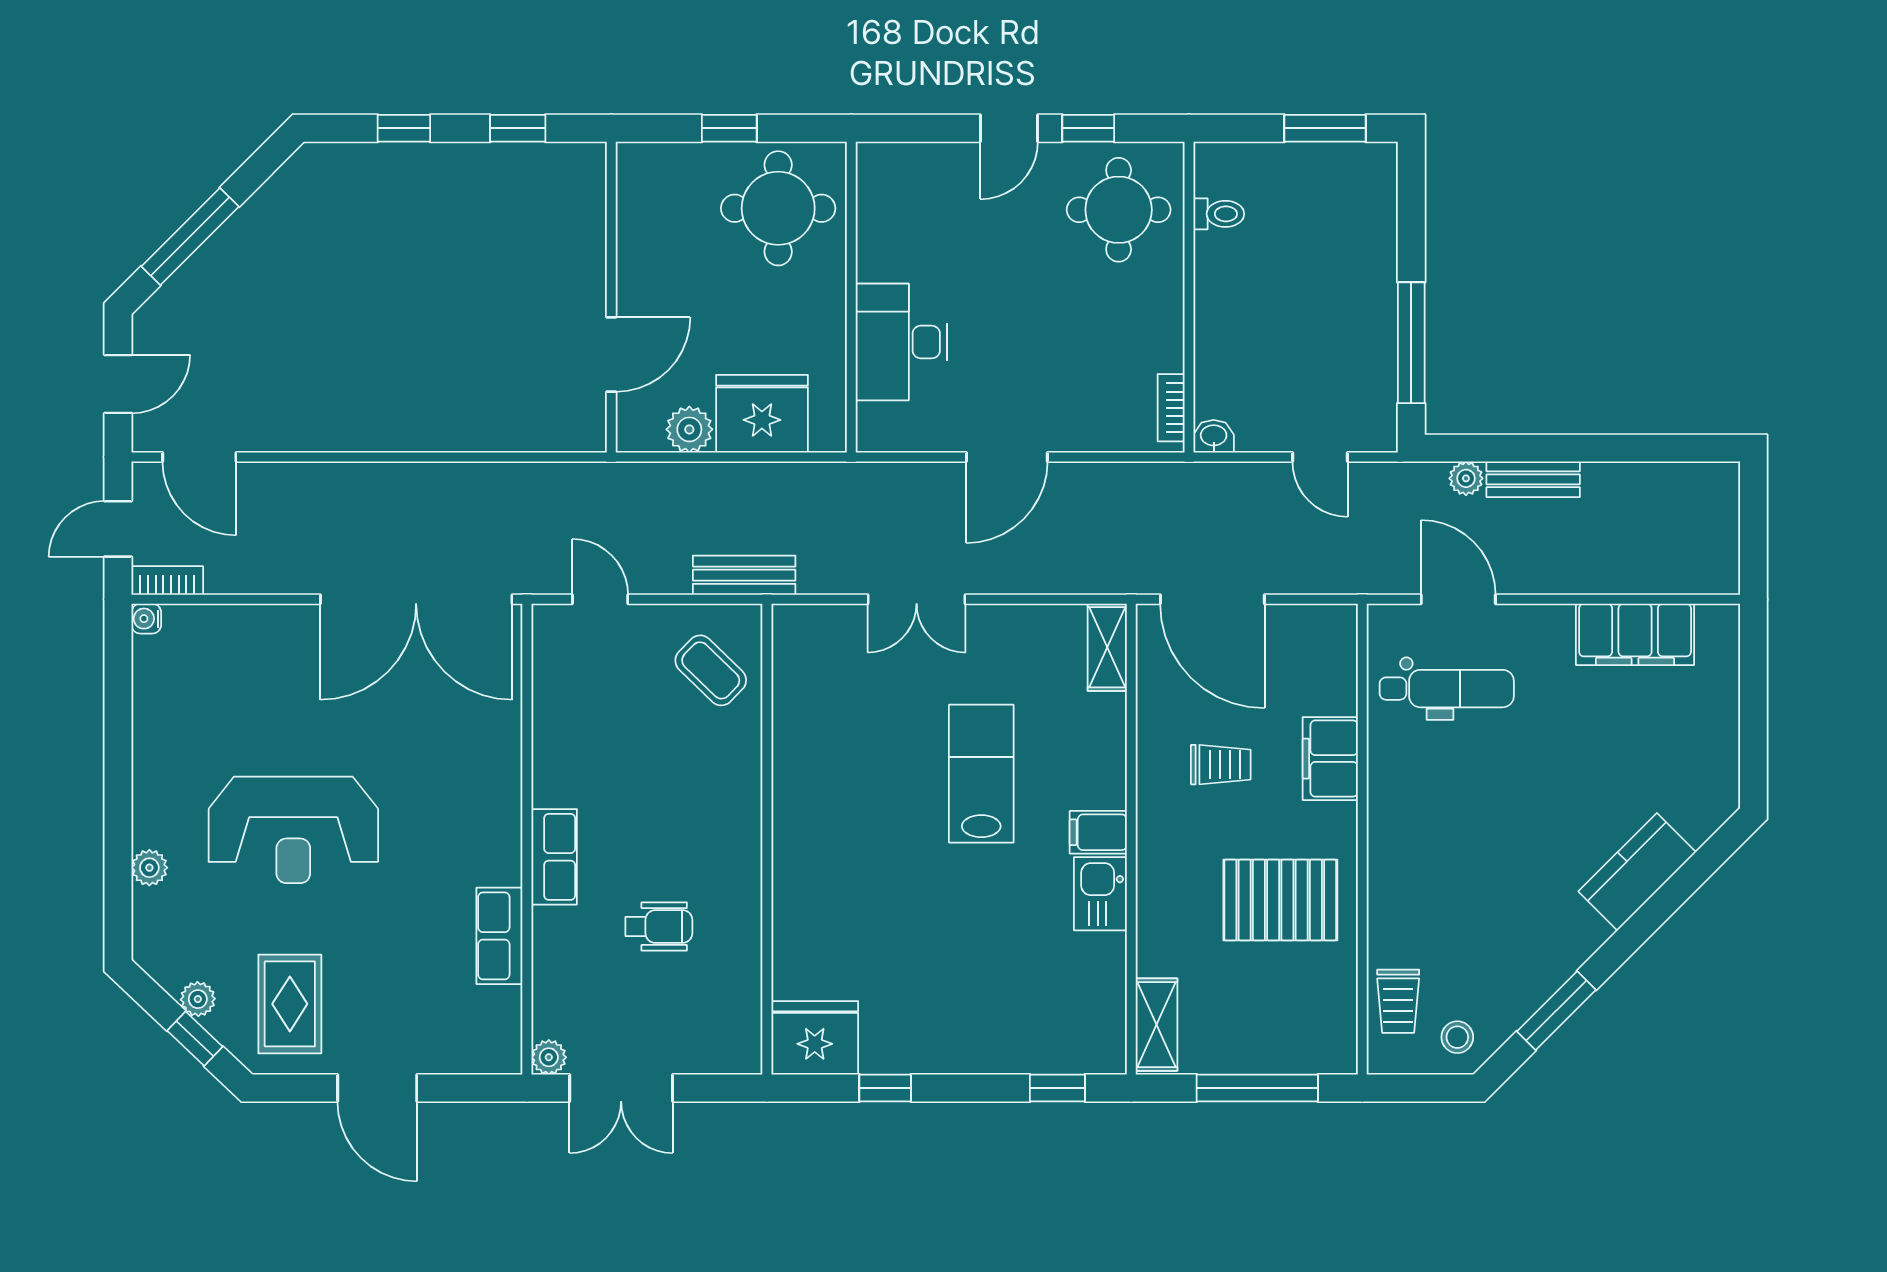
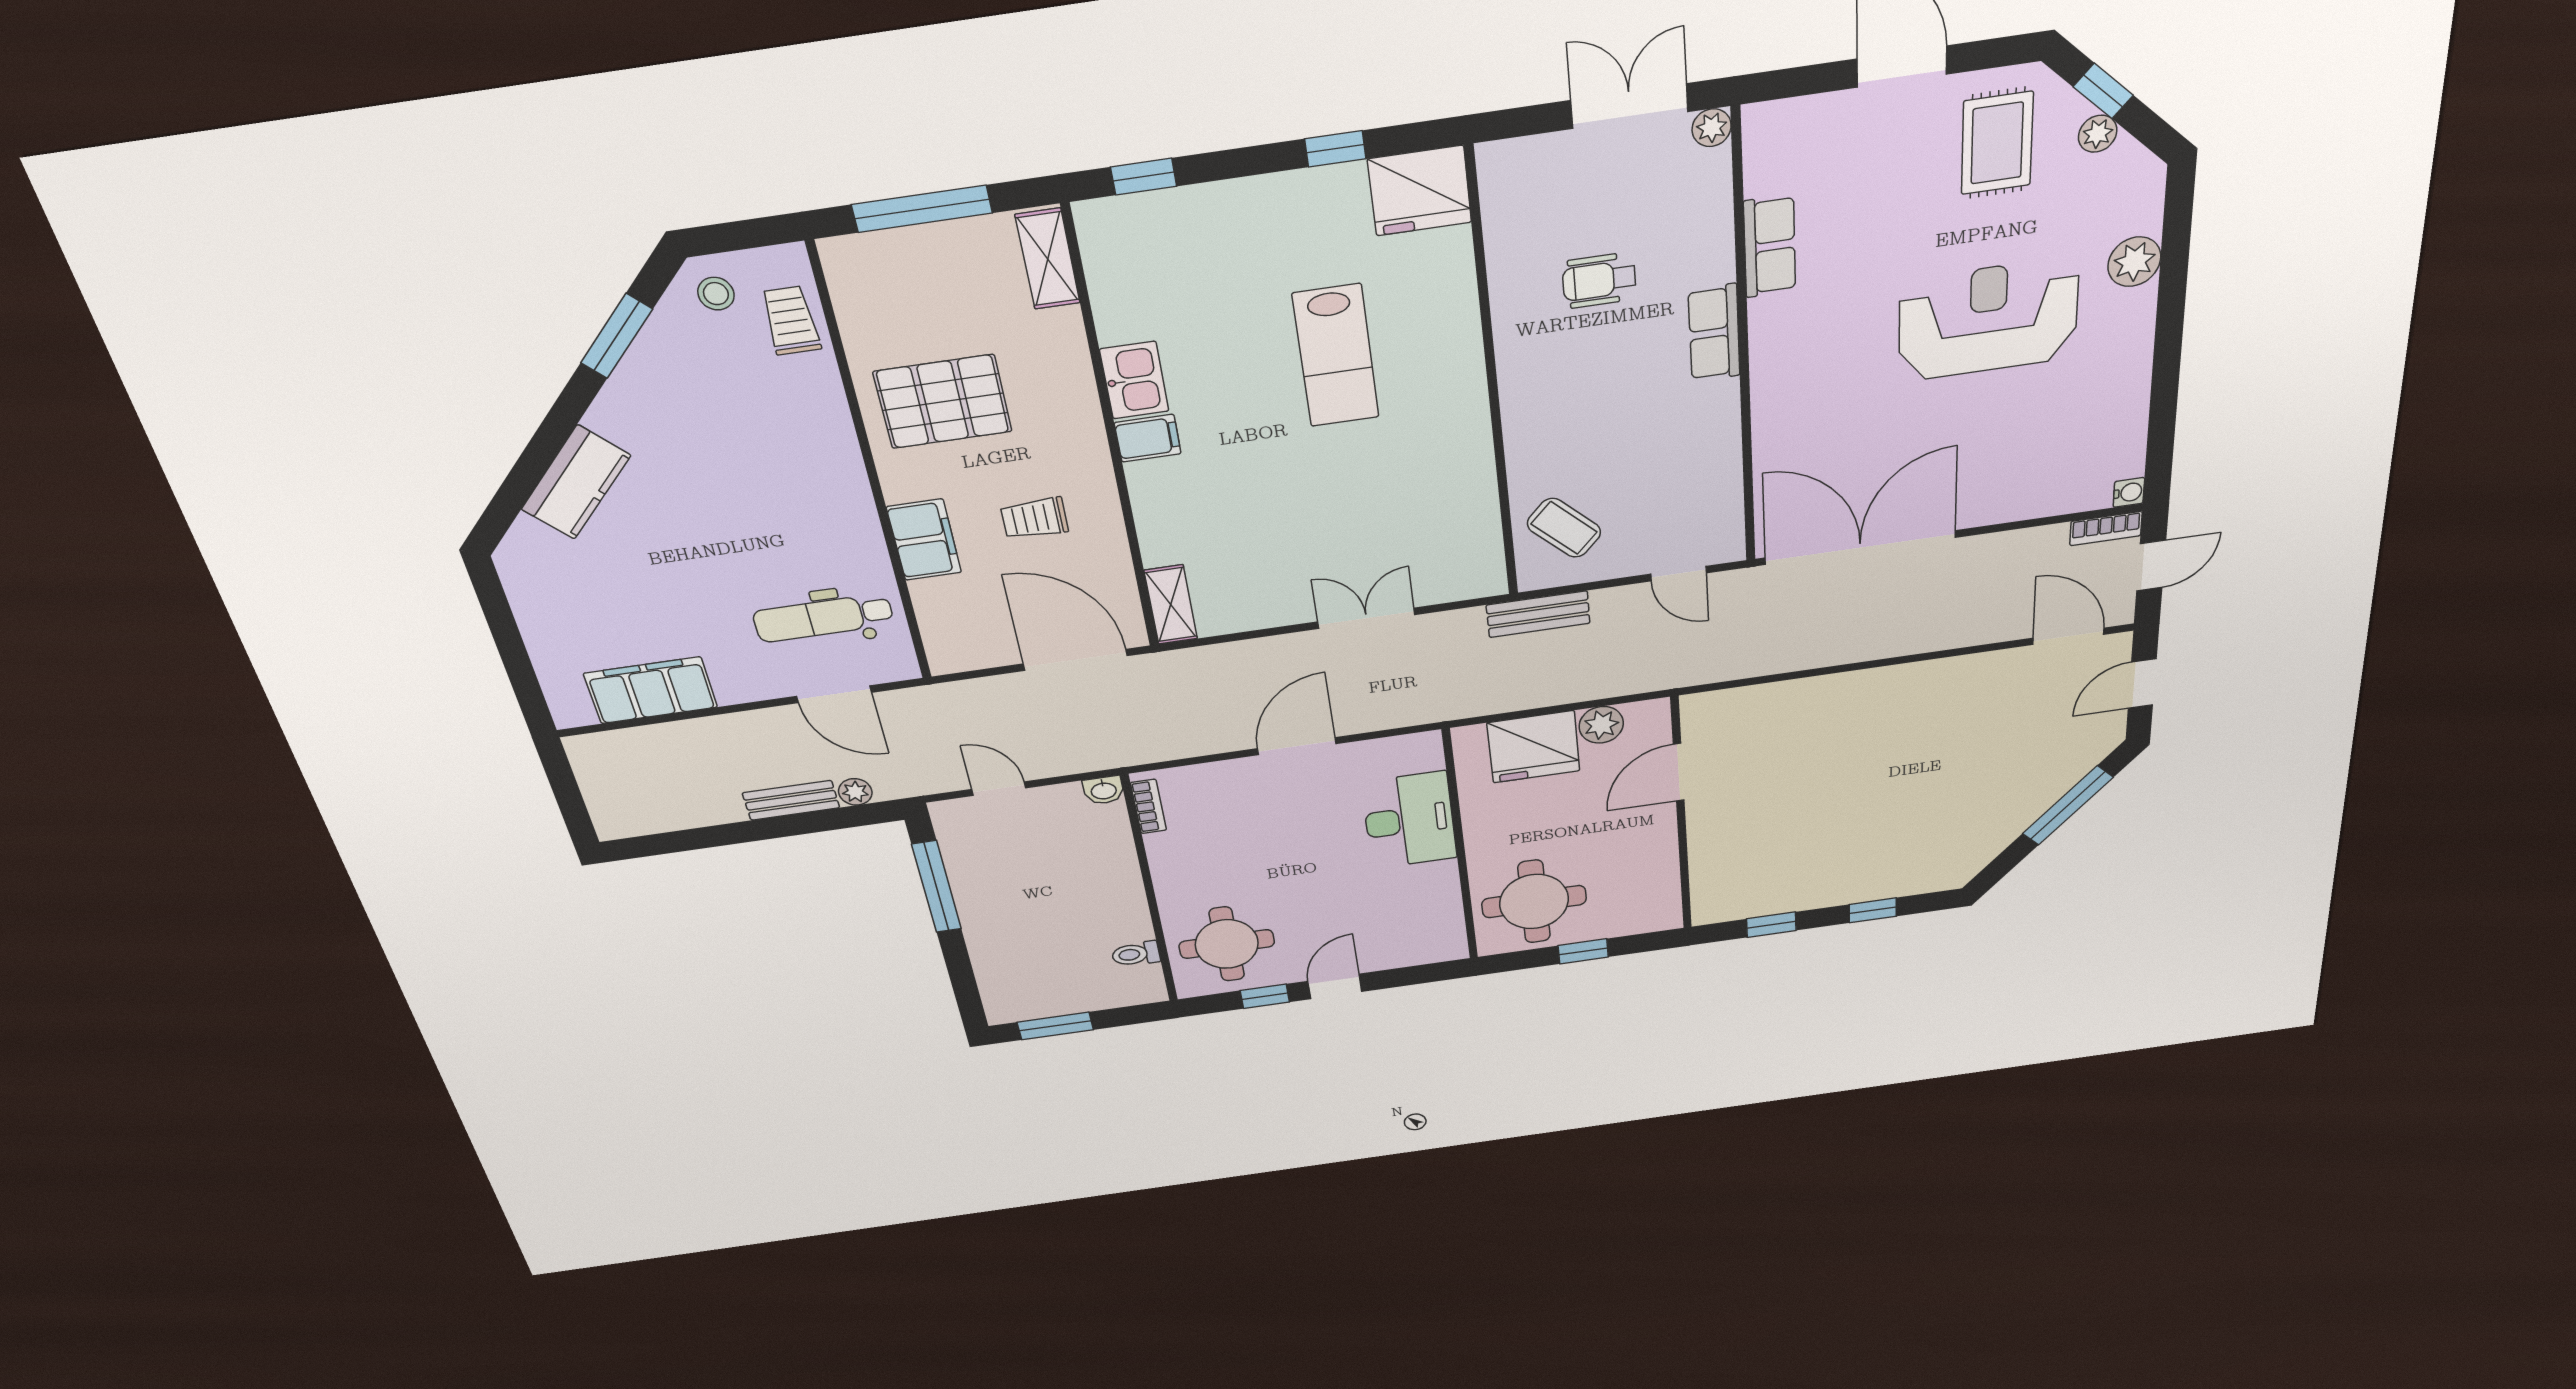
lab bench: (981, 774) -> (1336, 356), moved
plant: (149, 868) -> (2134, 262), width x1.38, depth x1.38

